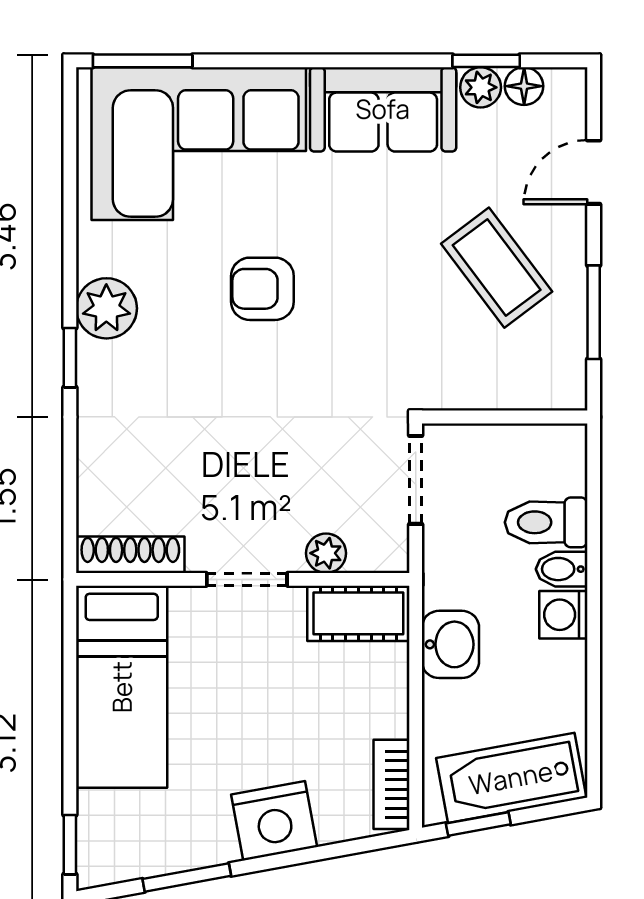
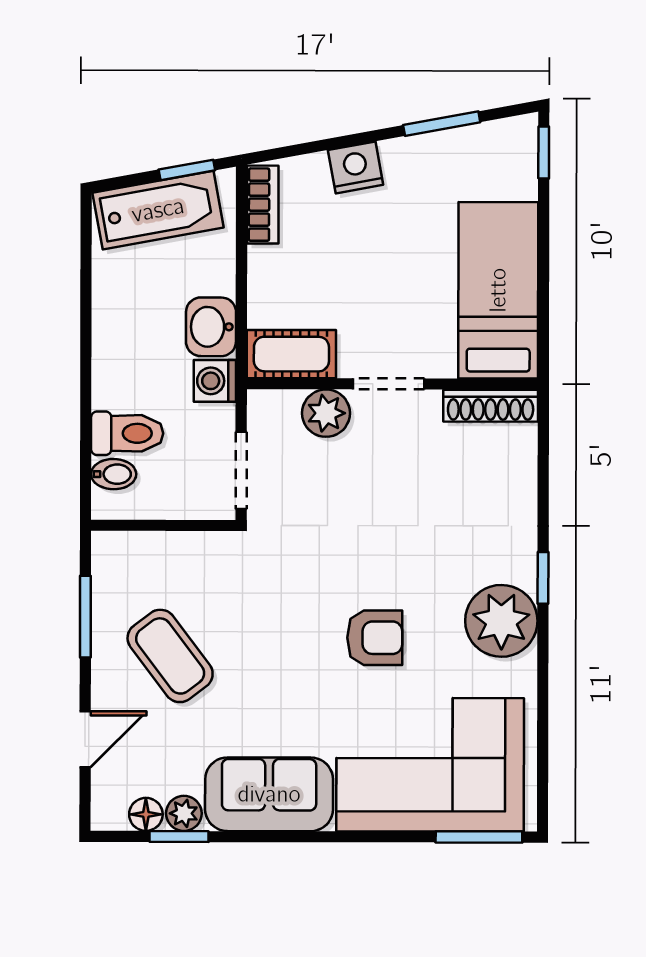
plant: (106, 308) -> (501, 621), width x1.36, depth x1.36
plant: (326, 553) -> (326, 413), width x1.38, depth x1.38
bidet: (562, 569) -> (114, 474), moved
washing machine: (563, 615) -> (215, 381), moved, turned 180
nightstand: (274, 821) -> (356, 167), width x0.74, depth x0.75

